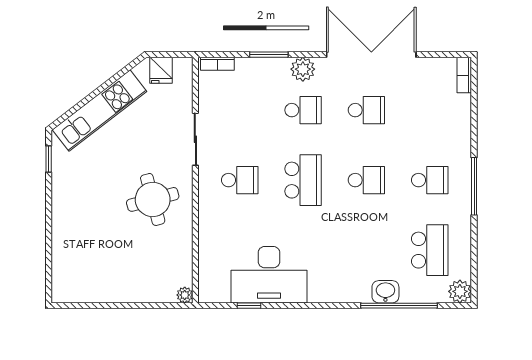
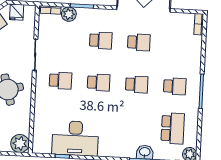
plant: (303, 69) -> (69, 14), moved
school desk: (303, 180) -> (99, 82), width x0.54
plant: (185, 295) -> (20, 143), width x1.88, depth x1.88

